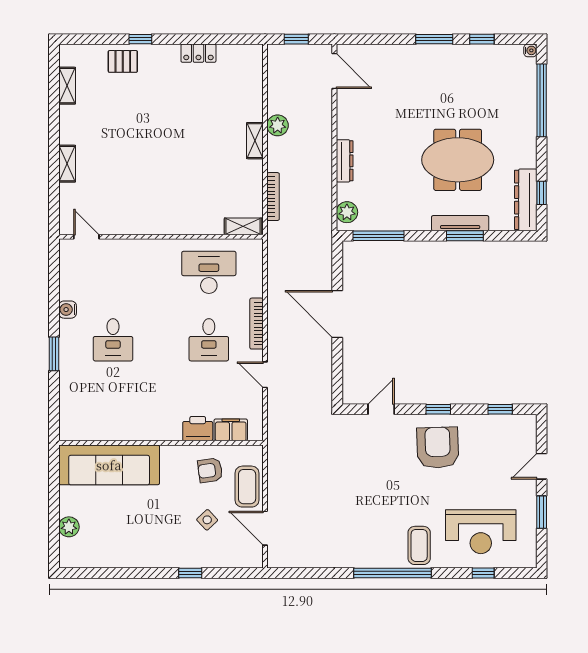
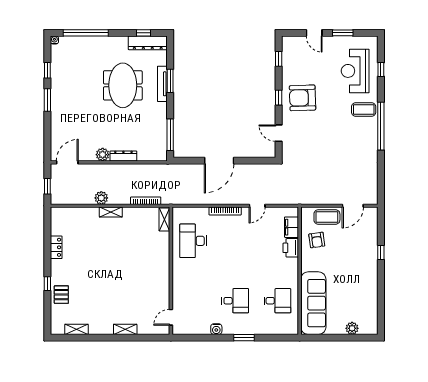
plant: (347, 212) -> (103, 155), moved
desk: (209, 340) -> (277, 301), moved
side table: (207, 520) -> (348, 242), removed
reception desk: (481, 532) -> (355, 71), turned 180

